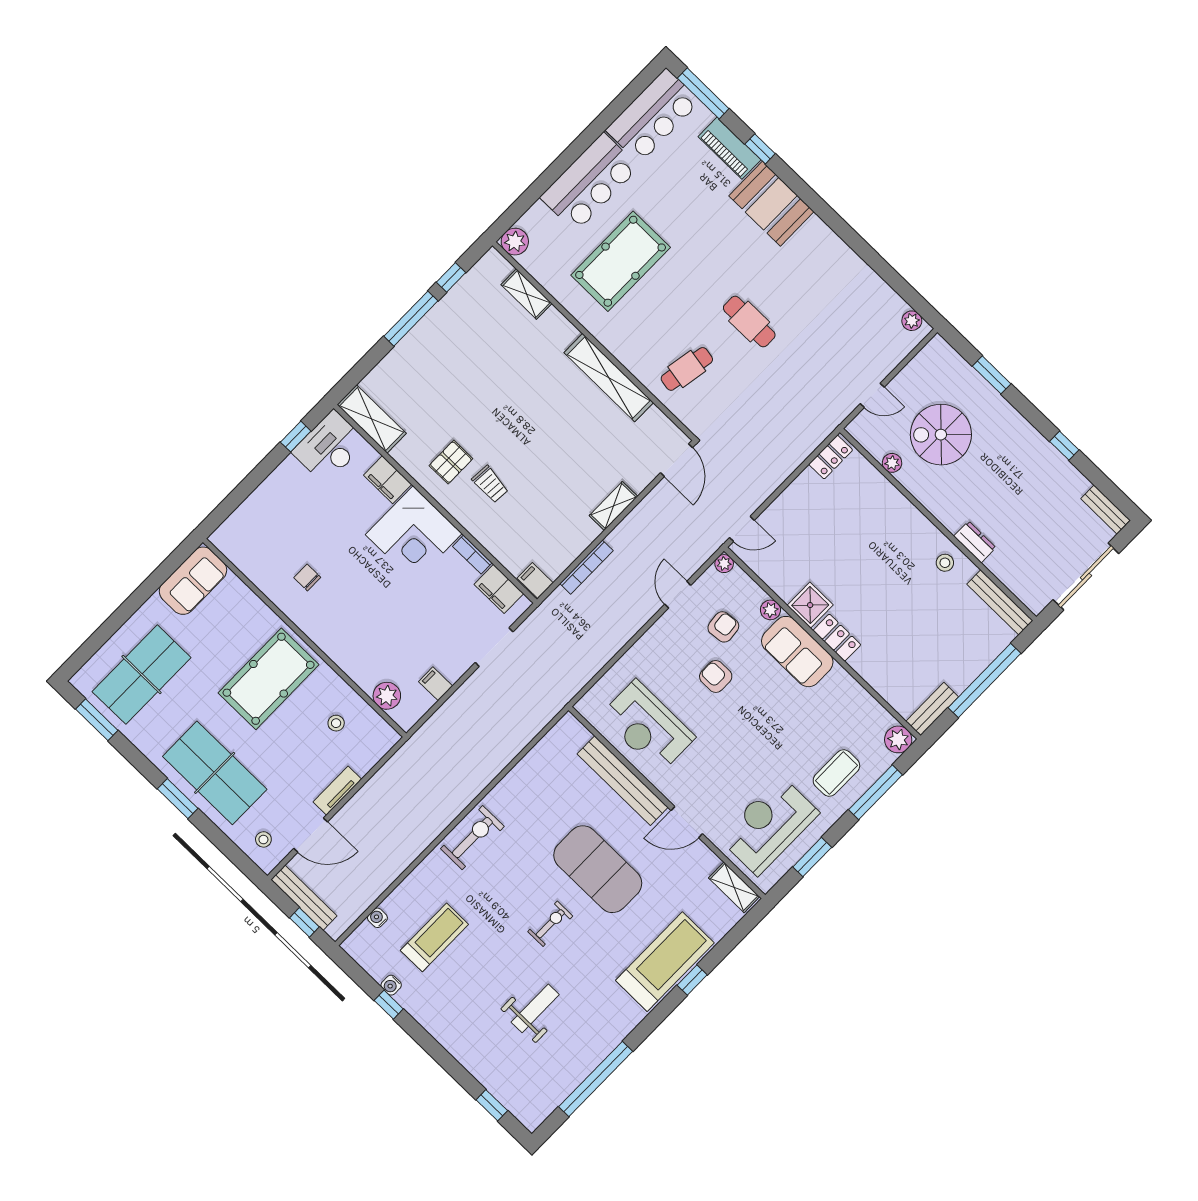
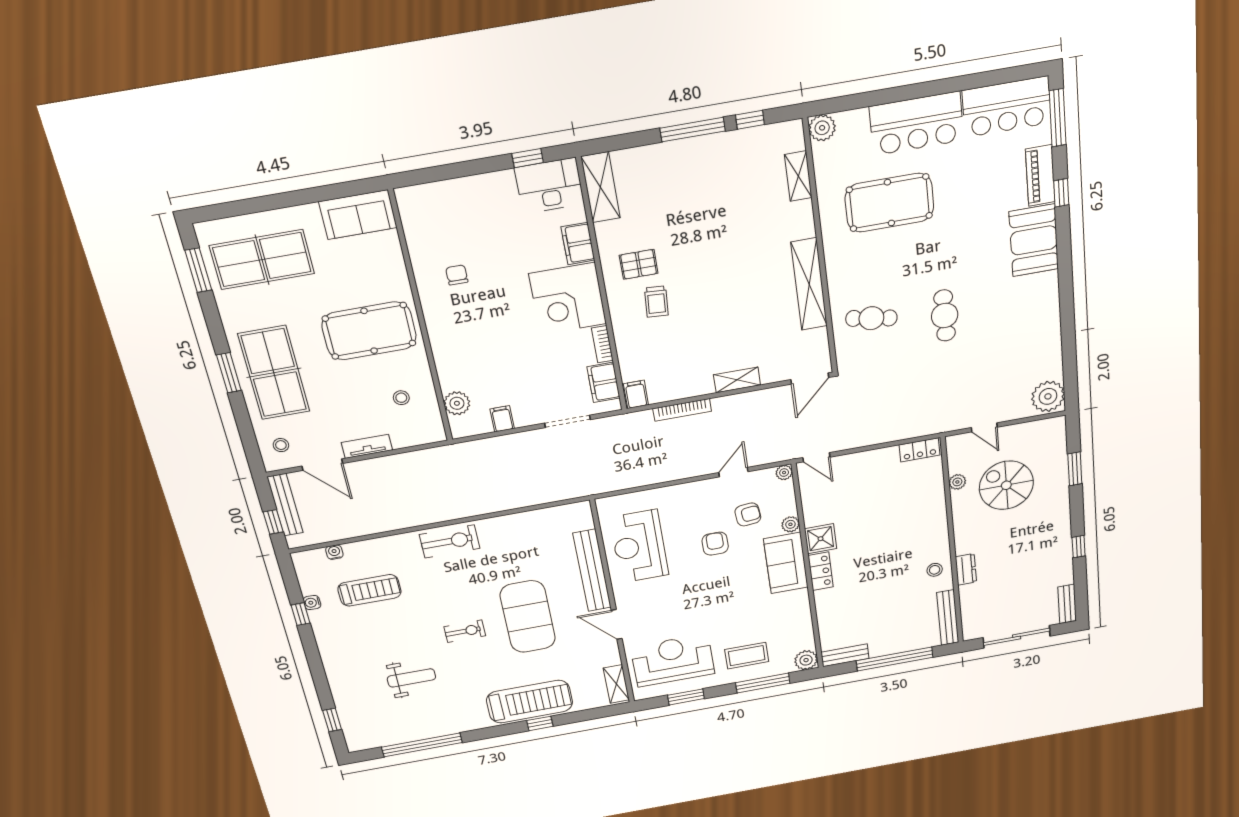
plant: (912, 321) -> (1048, 396), width x1.88, depth x1.88

